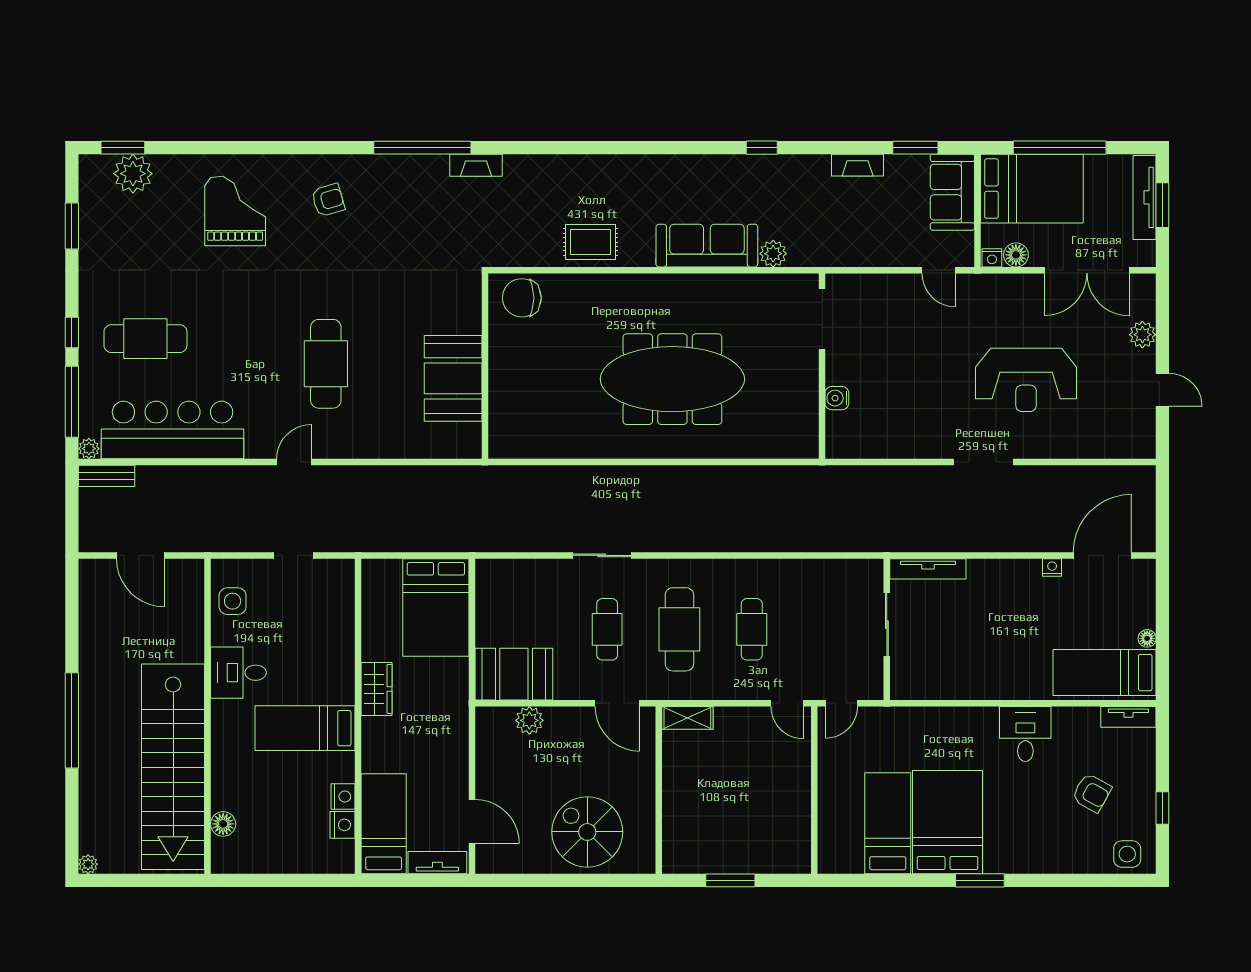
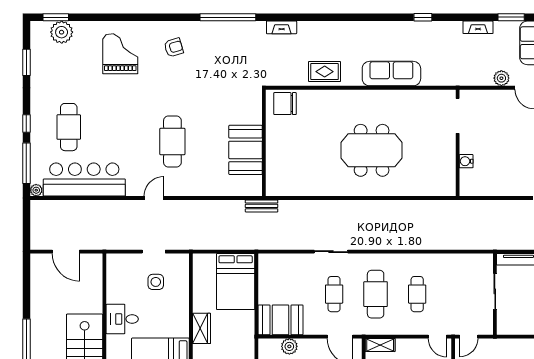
fireplace: (476, 165) -> (282, 27), moved
plant: (773, 254) -> (501, 78), moved
cafe table: (145, 339) -> (69, 127), turned 90
meeting table: (672, 379) -> (372, 150), width x0.73
bench: (107, 476) -> (262, 206), moved
side table: (233, 601) -> (156, 282), moved

